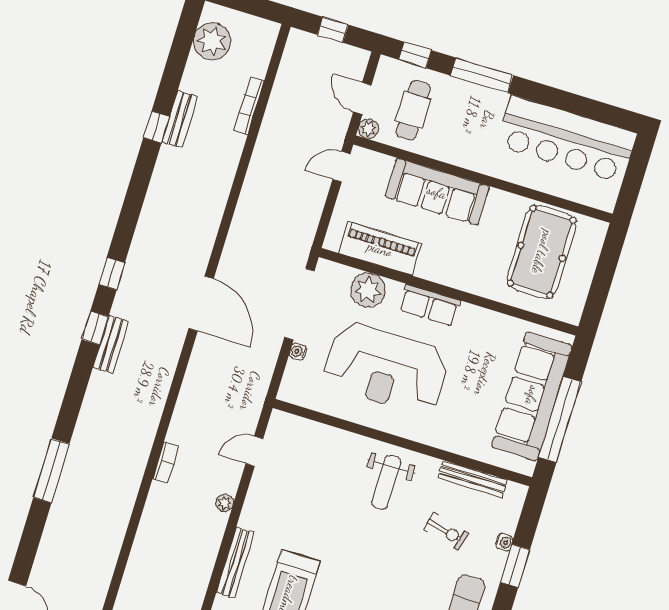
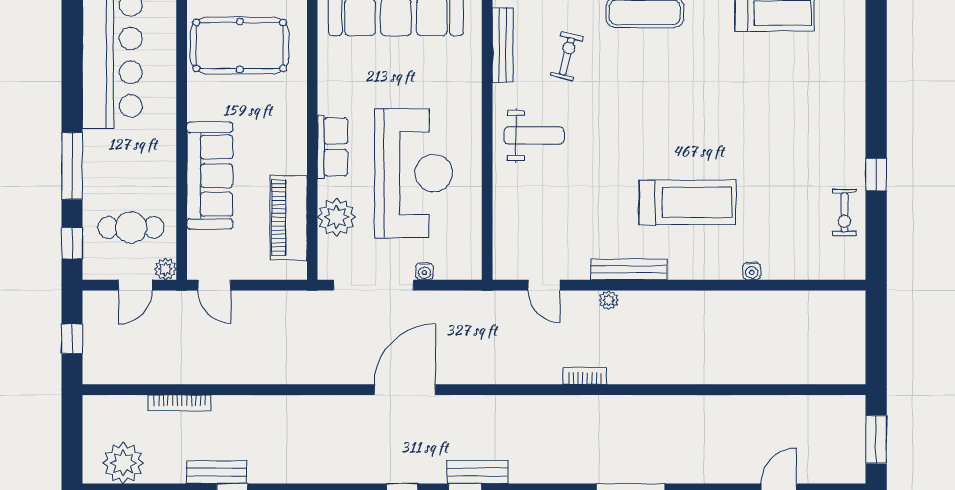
bench: (235, 563) -> (629, 269), moved

